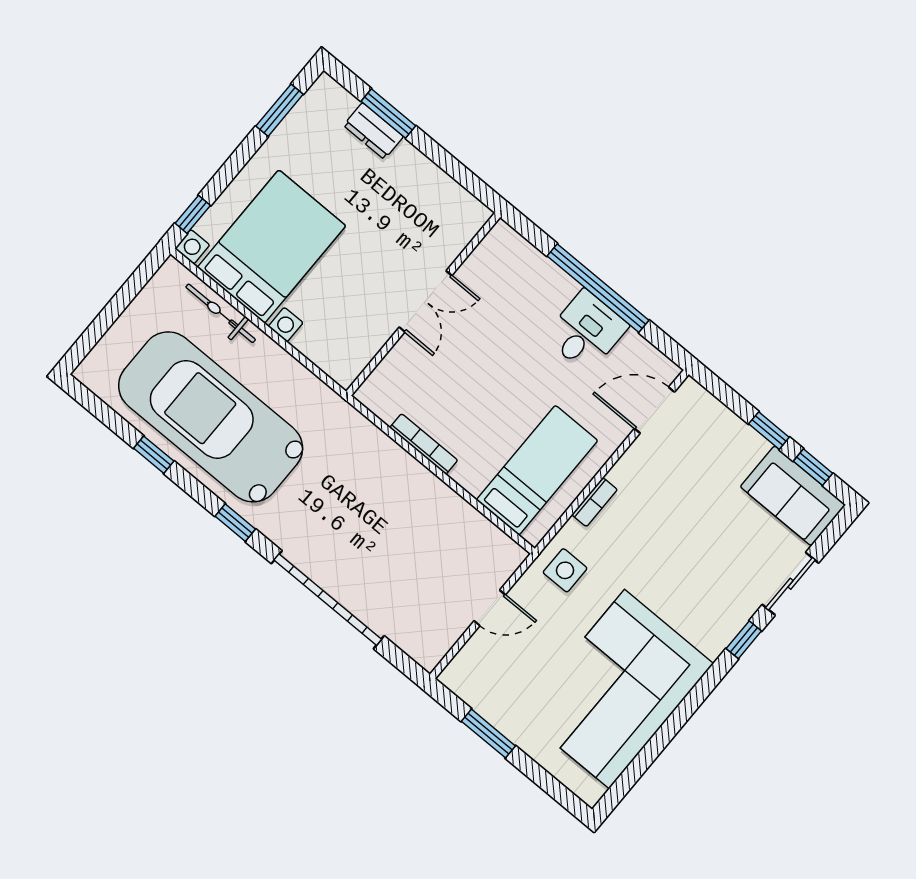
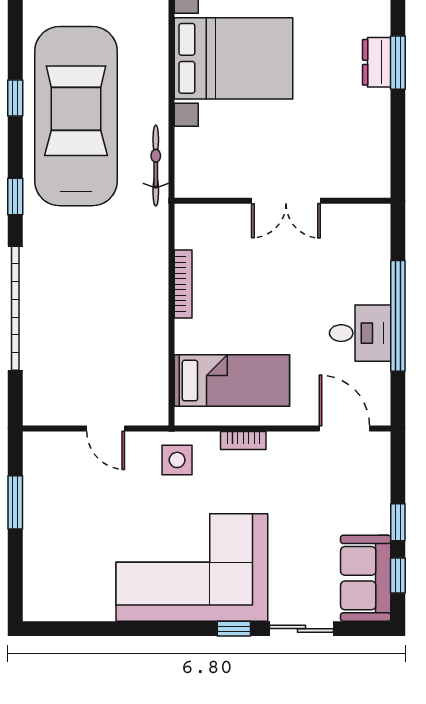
bicycle: (221, 313) -> (156, 166), moved
corner sofa: (617, 689) -> (192, 567), moved

